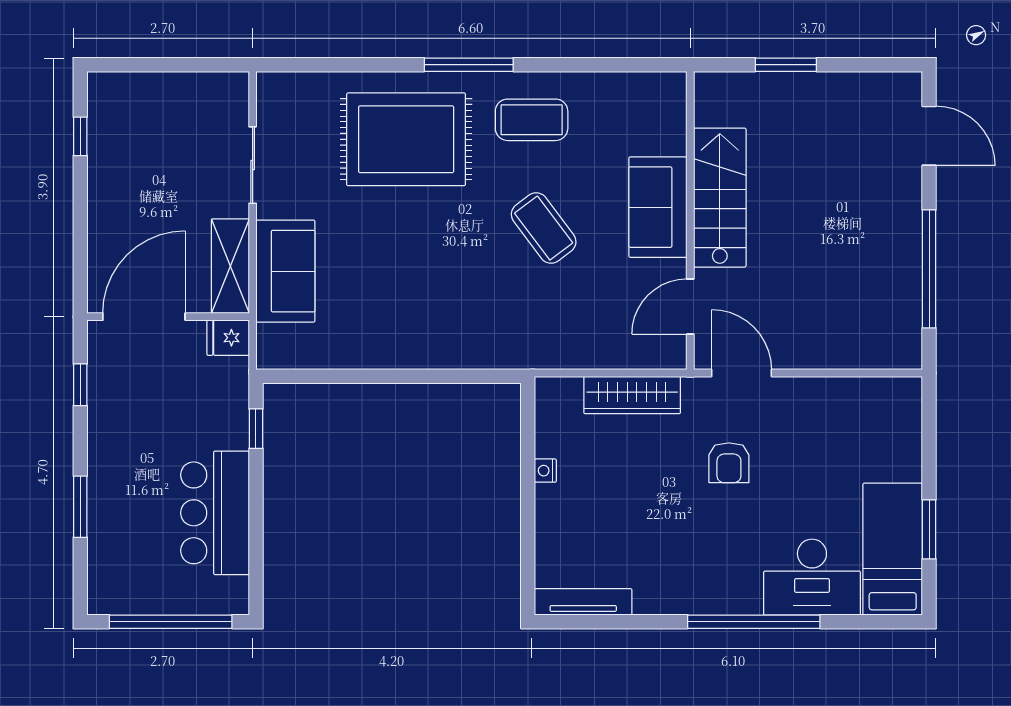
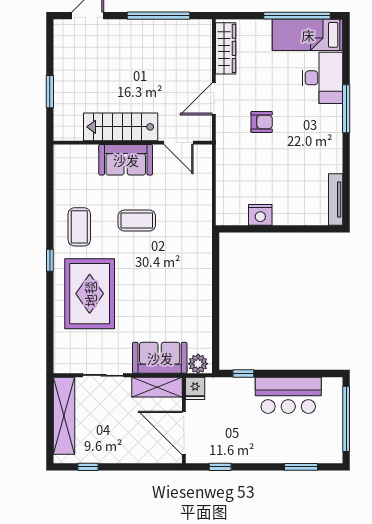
window: (469, 65) -> (50, 260), width x0.46
shelving: (177, 91) -> (64, 416), added
coffee table: (544, 228) -> (137, 221), turned 37
plant: (274, 343) -> (198, 364), added
door: (741, 373) -> (214, 99), moved
wardrobe: (632, 395) -> (226, 48), moved
nightstand: (545, 471) -> (260, 215), width x1.89, depth x1.79
window: (80, 507) -> (301, 467), moved
window: (929, 529) -> (297, 16), width x2.11
window: (754, 622) -> (346, 109), width x0.68

